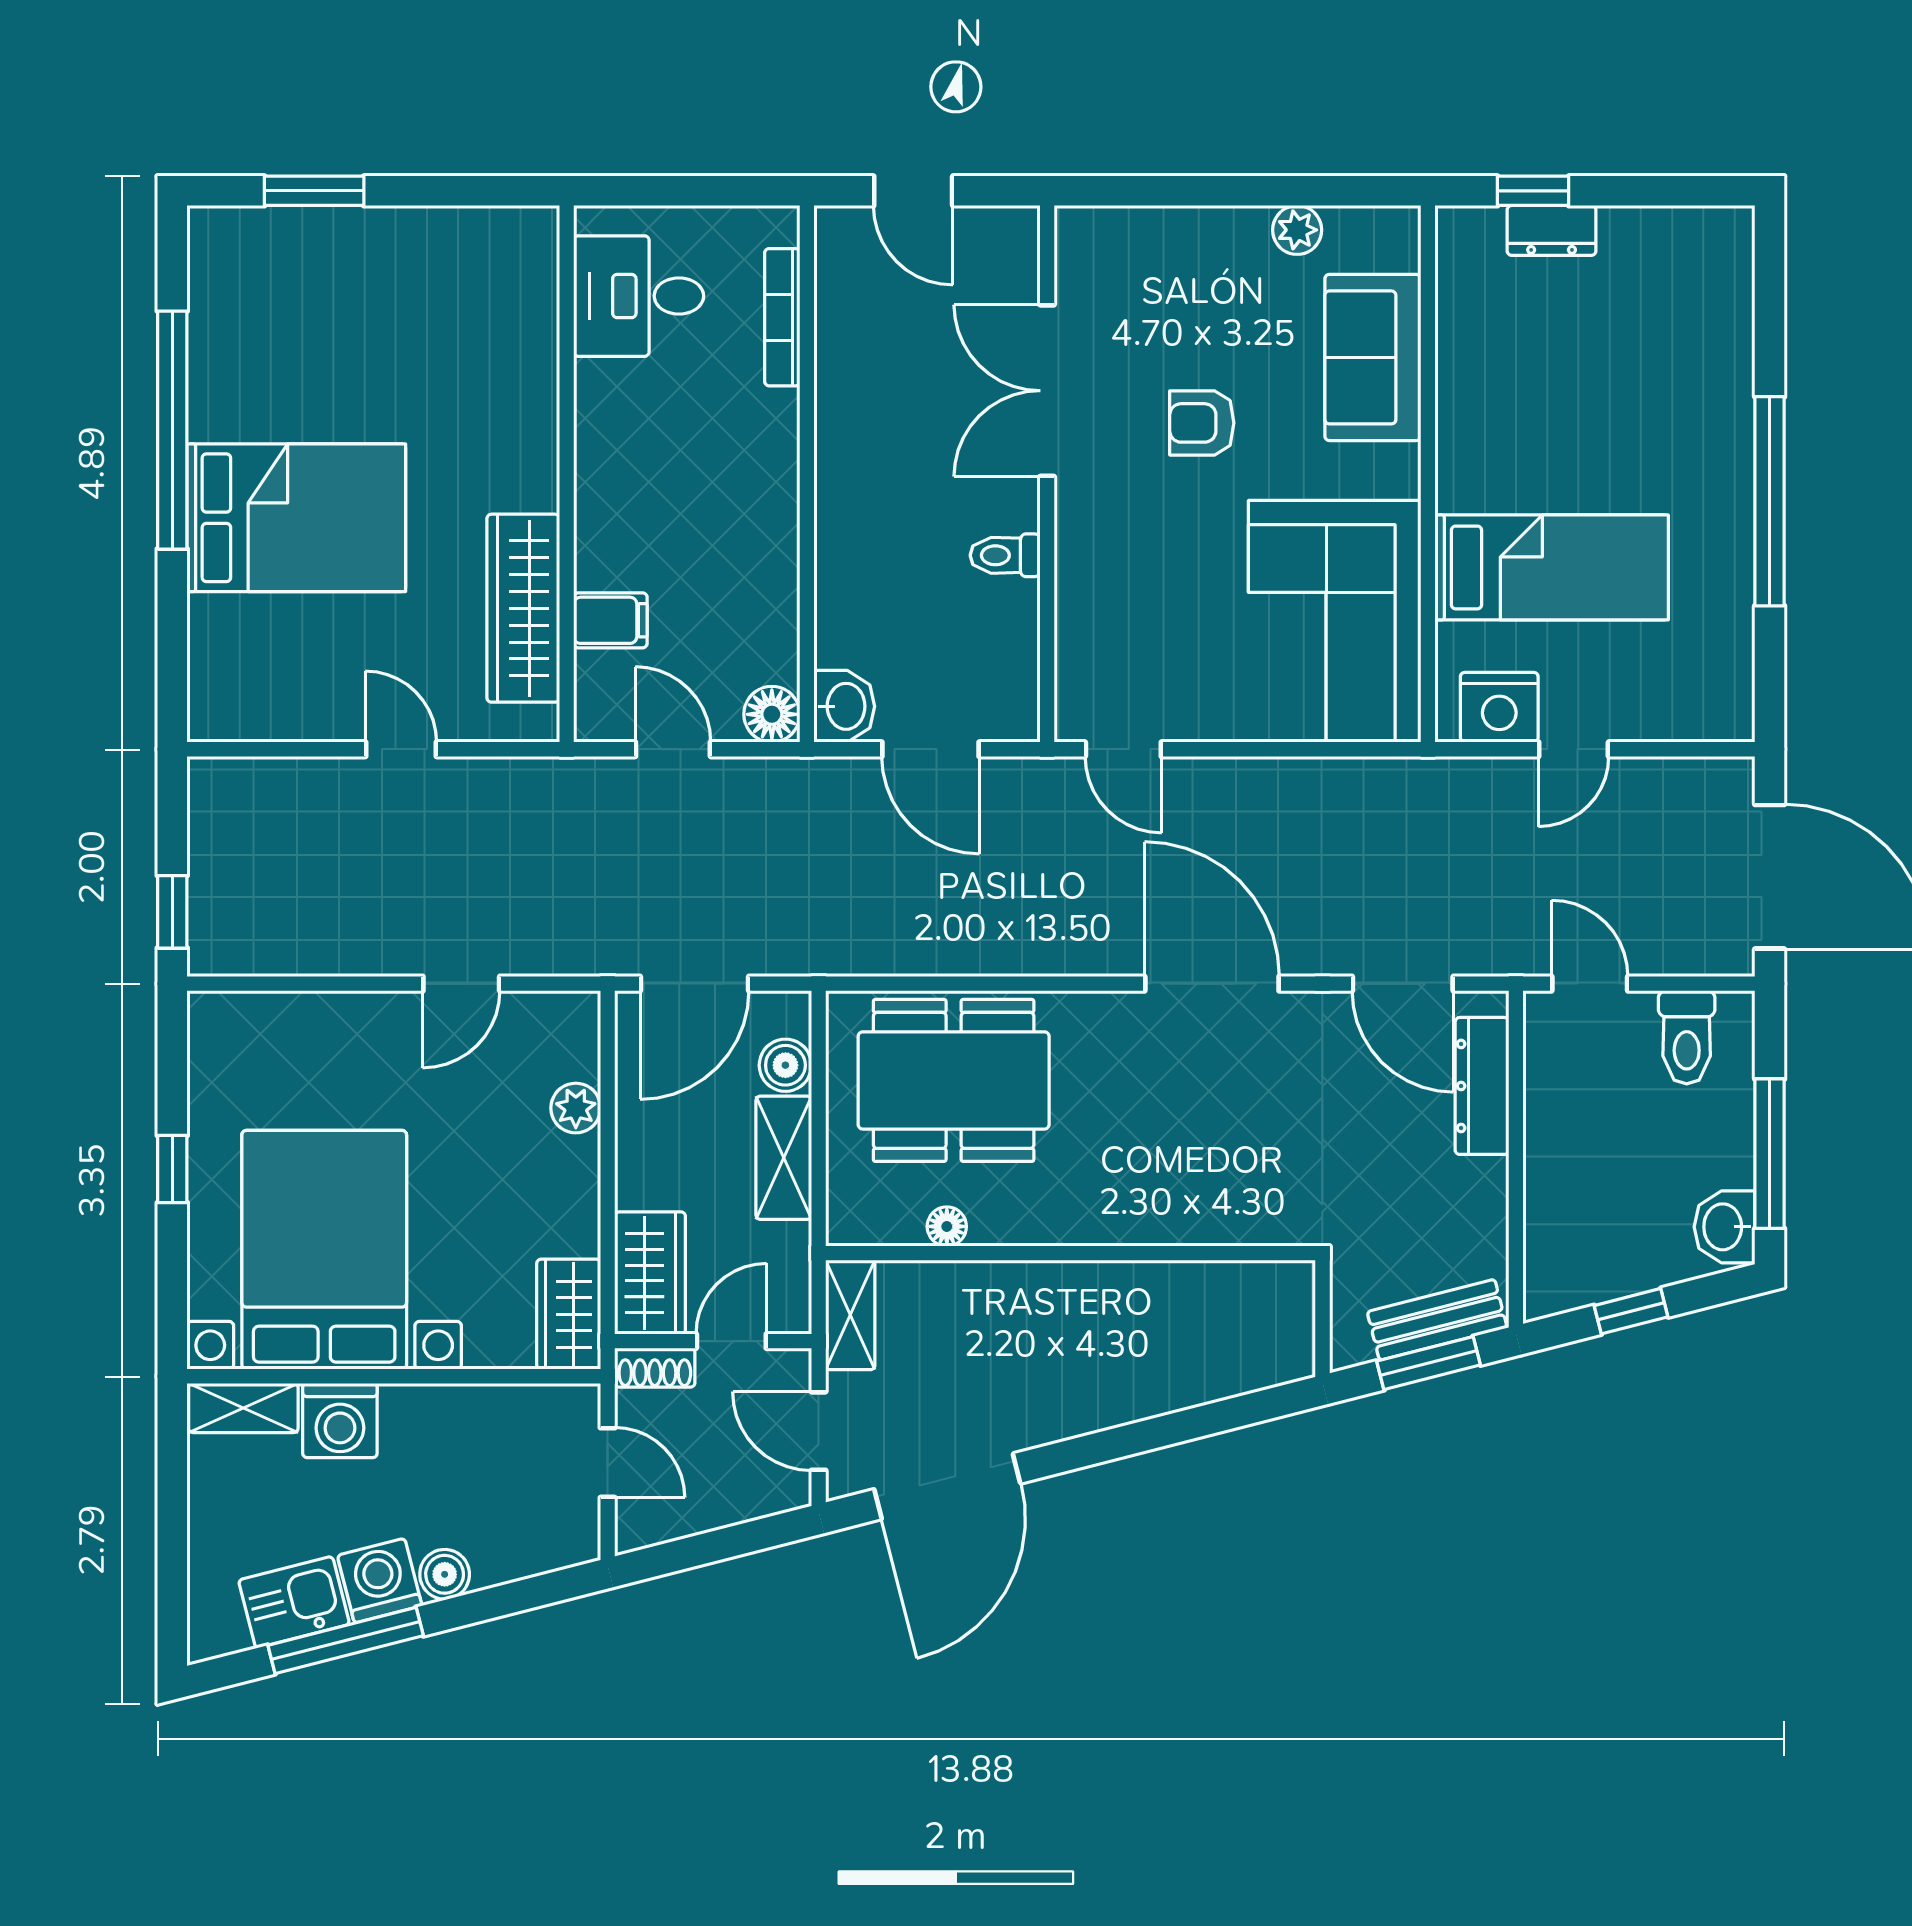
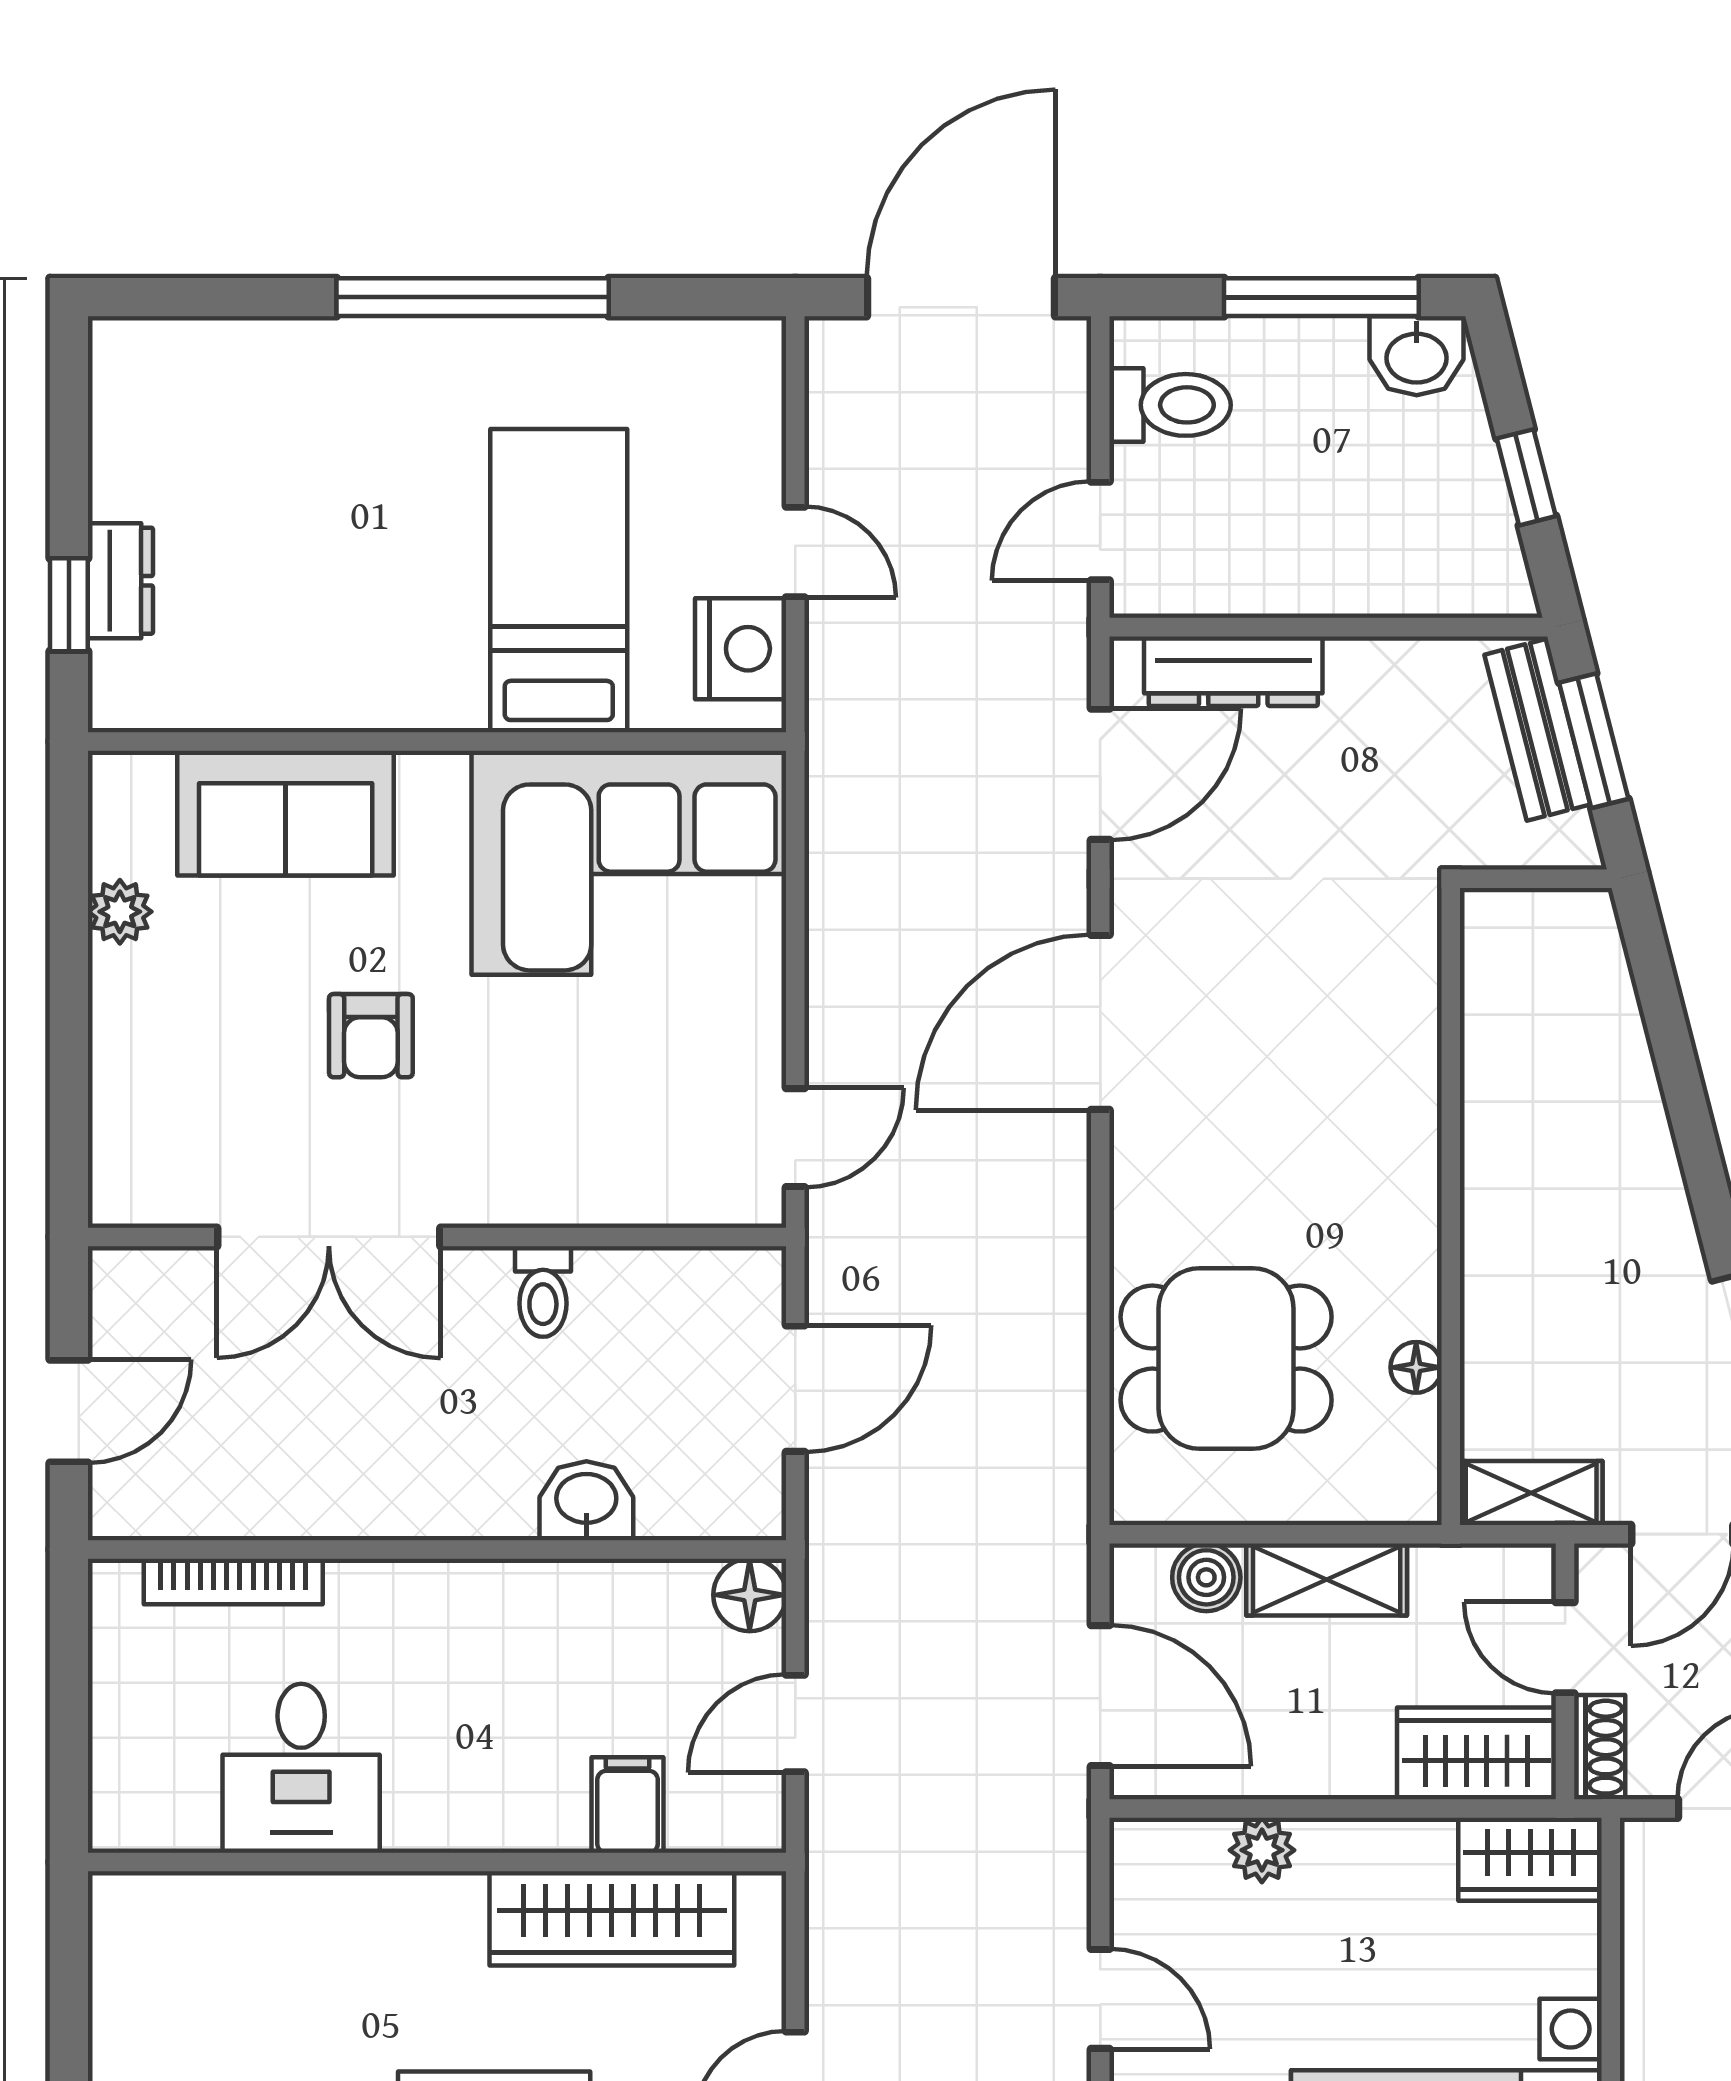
desk: (639, 296) -> (301, 1768), moved
washbasin: (844, 706) -> (586, 1501), moved
dining table: (954, 1080) -> (1226, 1359), width x0.73

